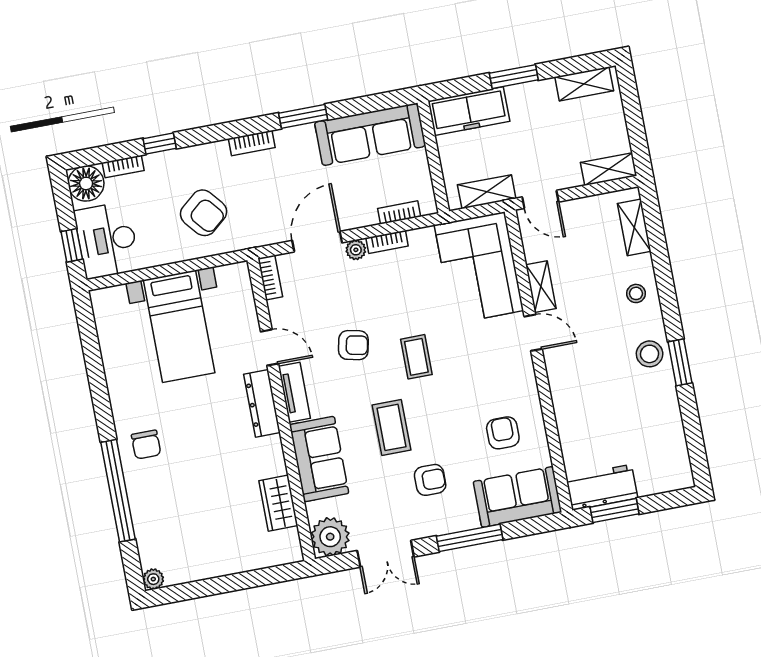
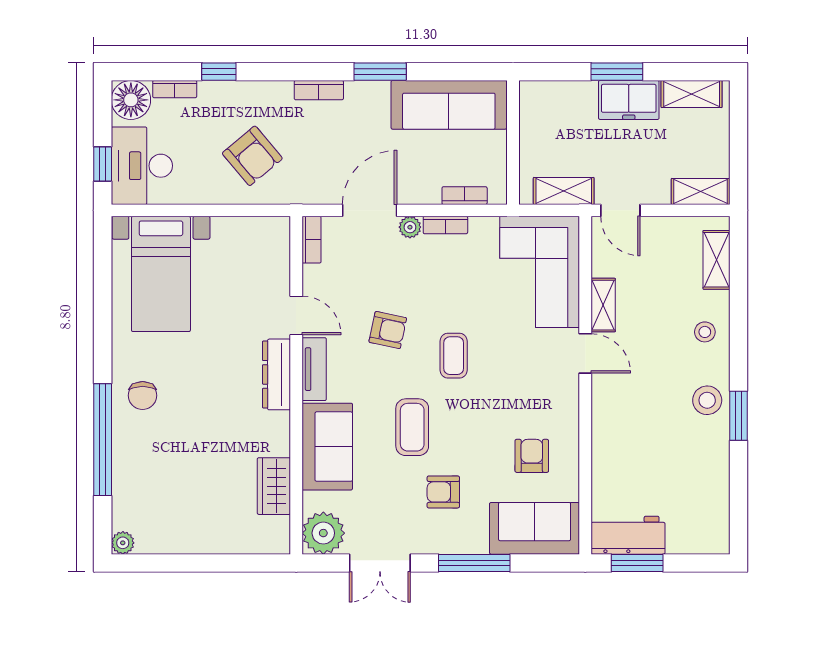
freezer: (469, 111) -> (629, 100), moved, width x0.71
bed with nightstands: (179, 326) -> (161, 274), moved
armchair: (430, 480) -> (443, 492), turned 180

